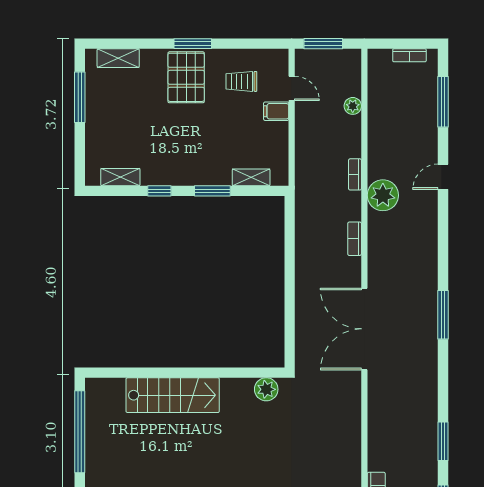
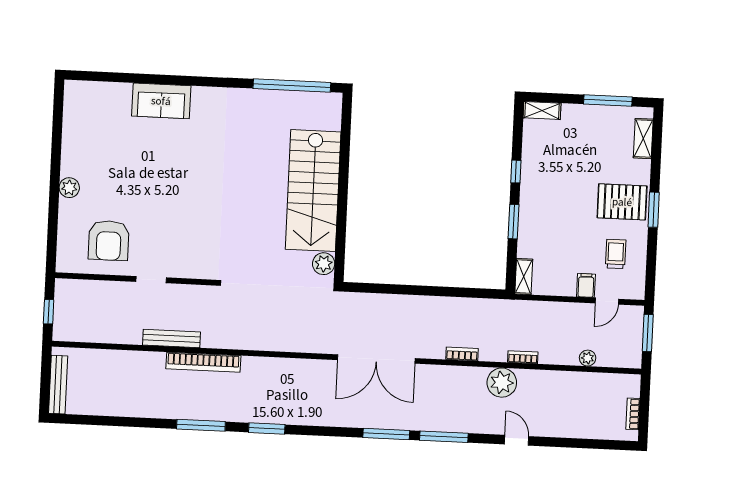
window: (443, 102) -> (444, 437), moved
shelving: (120, 177) -> (542, 110), moved, turned 90
shelving: (251, 177) -> (524, 276), moved
double door: (364, 329) -> (376, 359), swing flipped
stairs: (173, 395) -> (313, 191), width x1.36, depth x1.51

